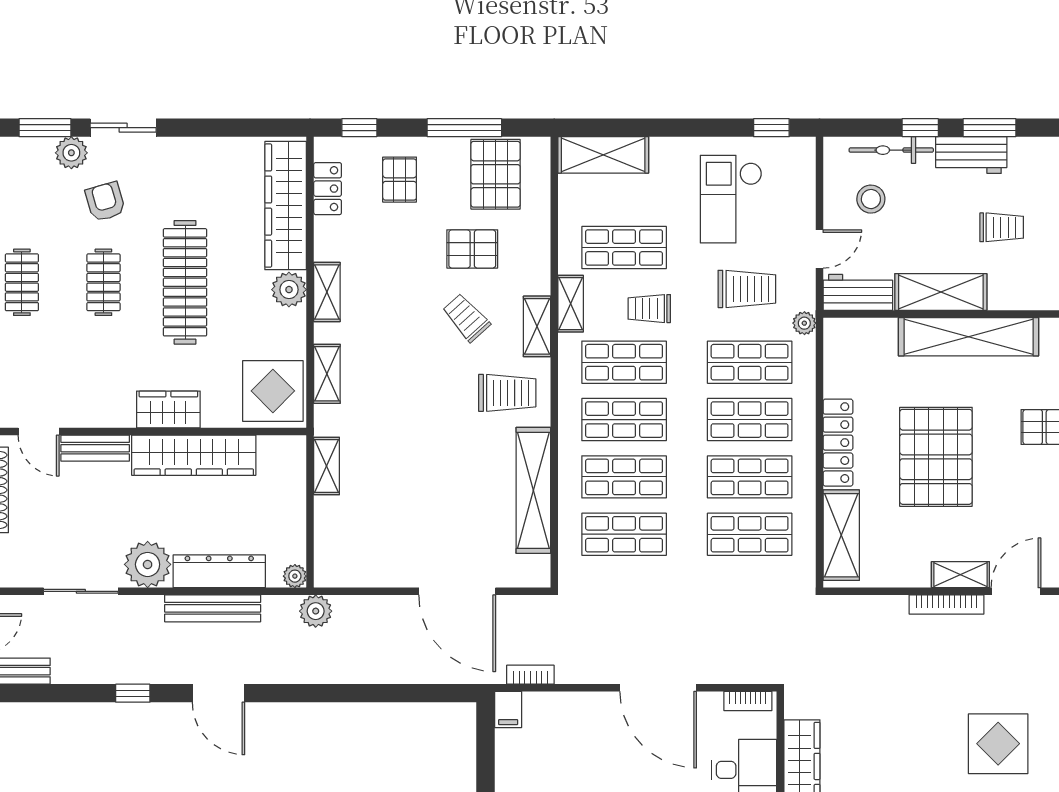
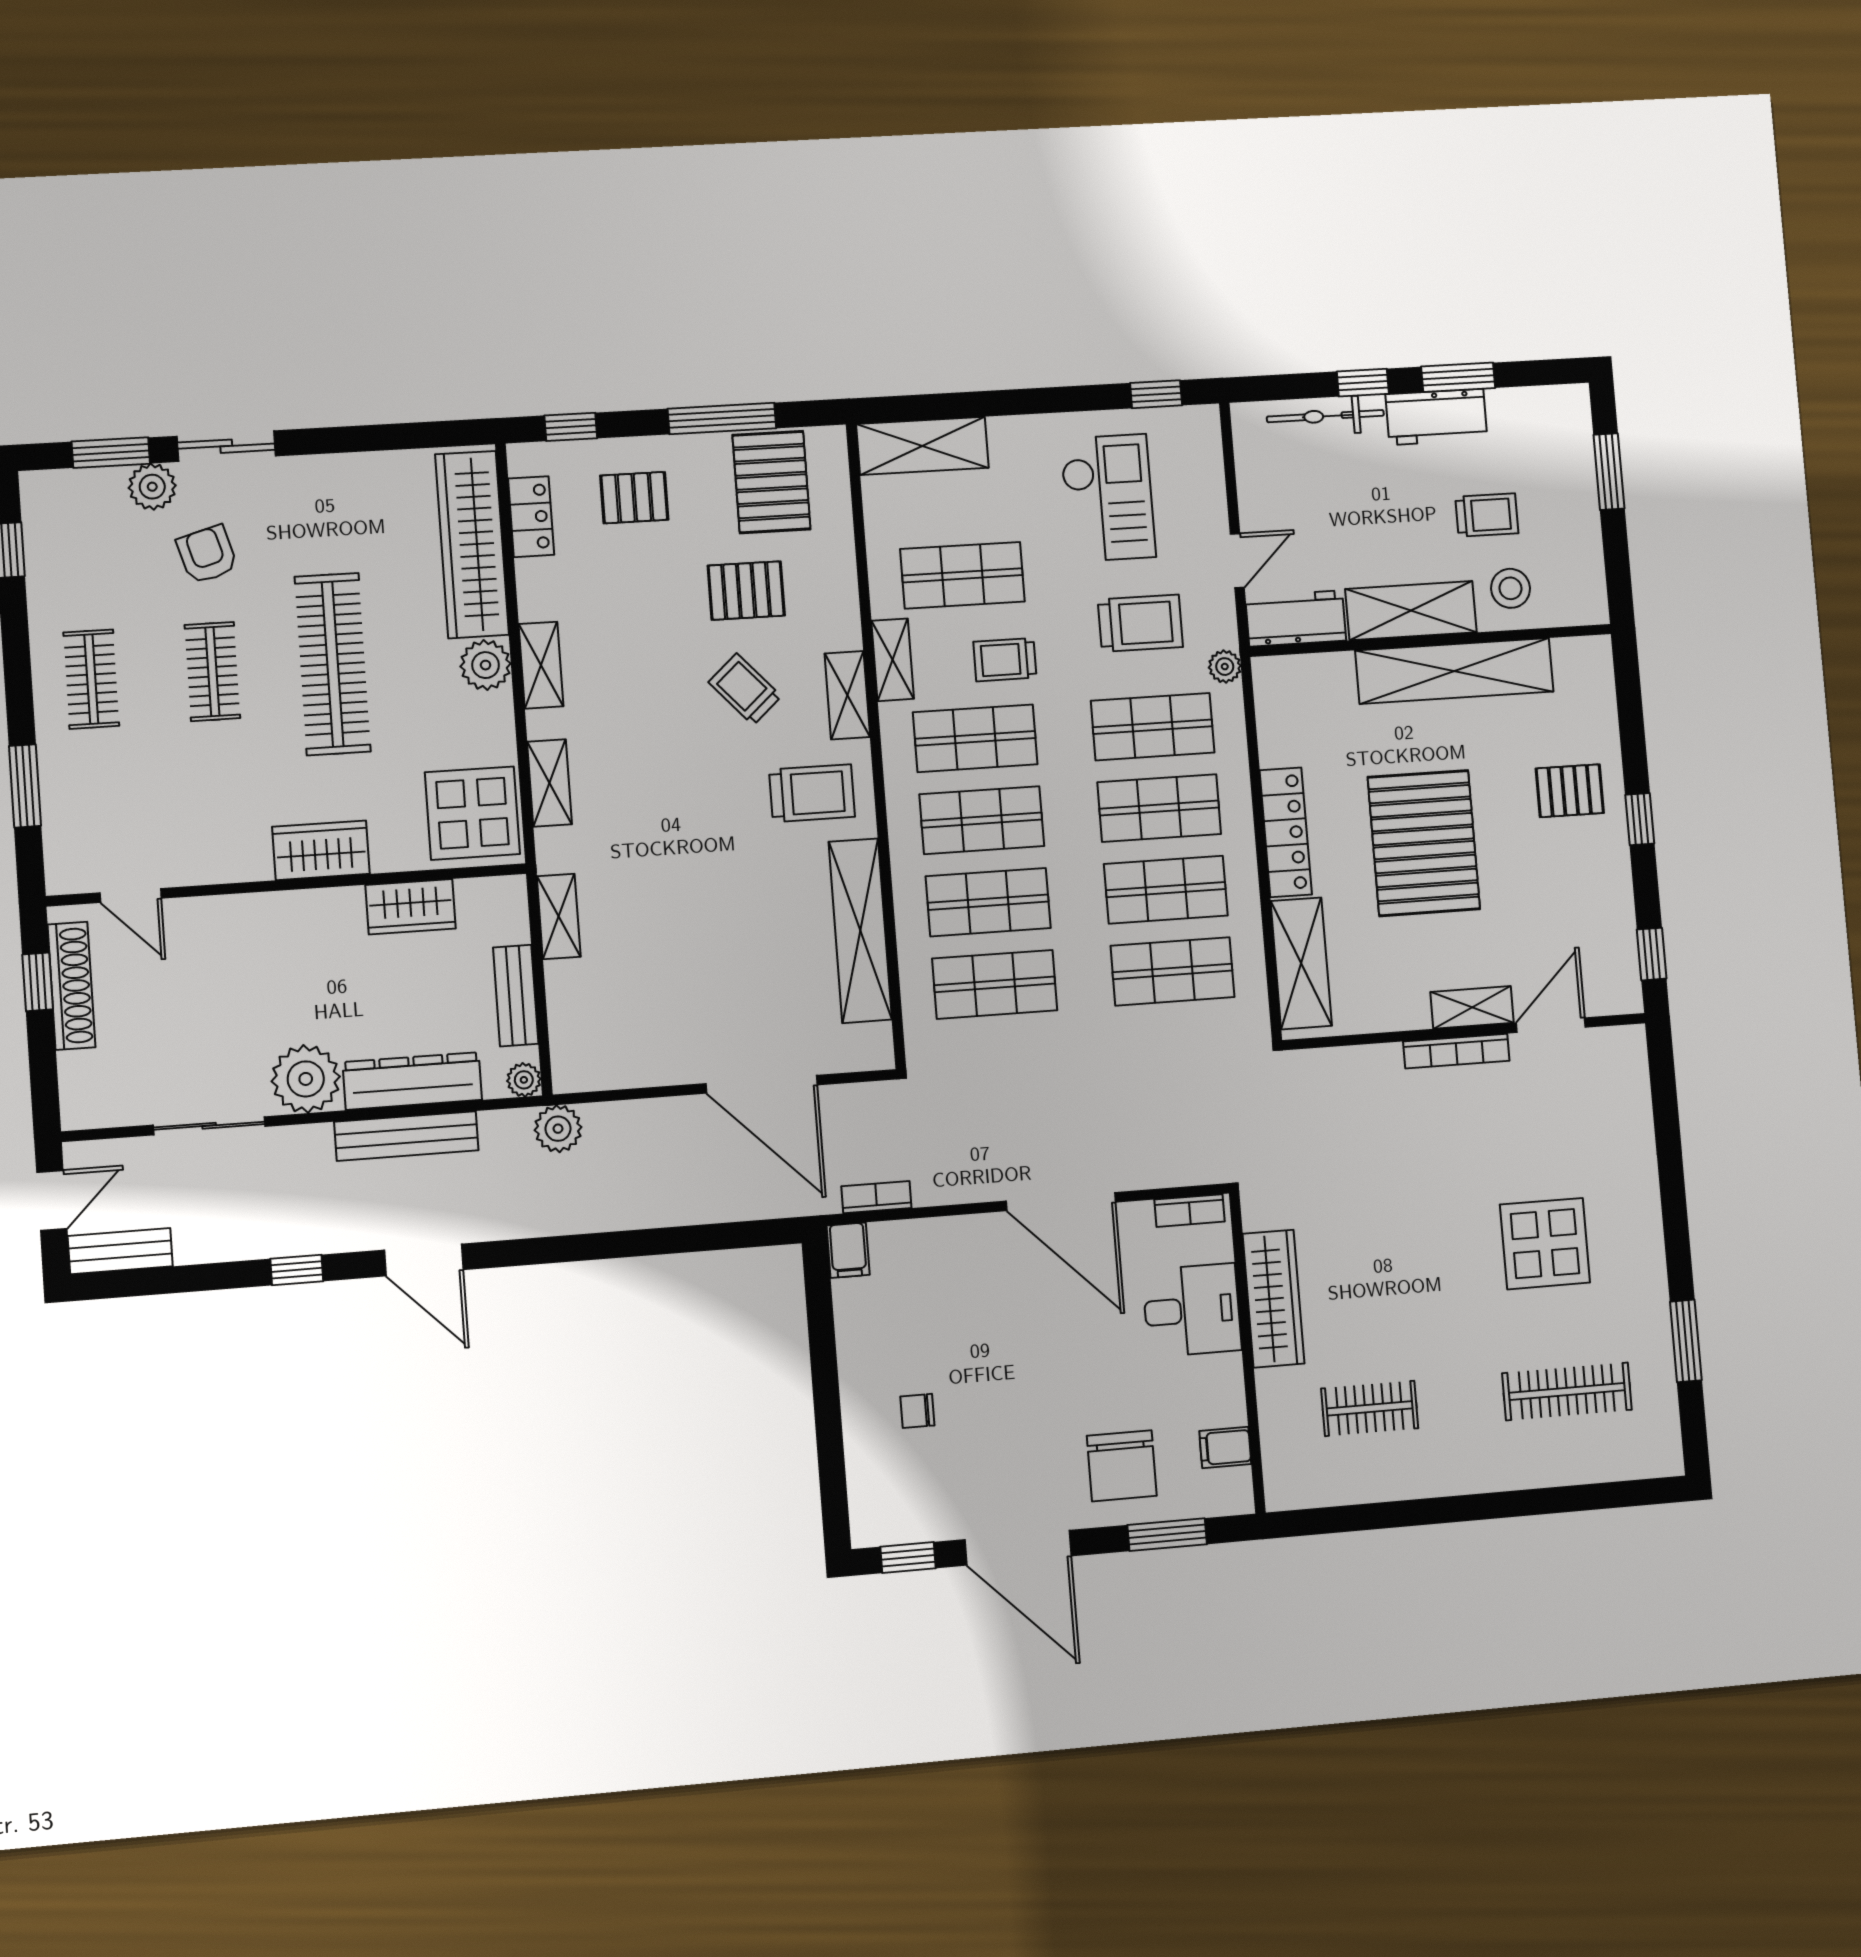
pallet: (400, 180) -> (634, 498), turned 90
checkout: (731, 199) -> (1108, 498), turned 180
stool: (871, 199) -> (1511, 588), moved
bench: (95, 448) -> (516, 996), moved, turned 90
wardrobe: (194, 455) -> (411, 907), width x0.48, depth x0.85

